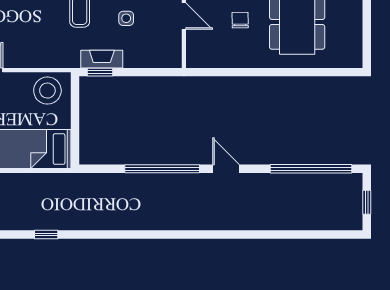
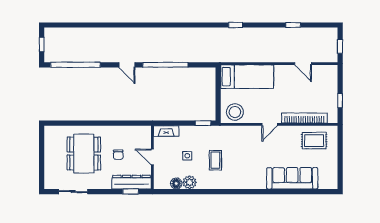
fireplace: (102, 59) -> (166, 131), moved

